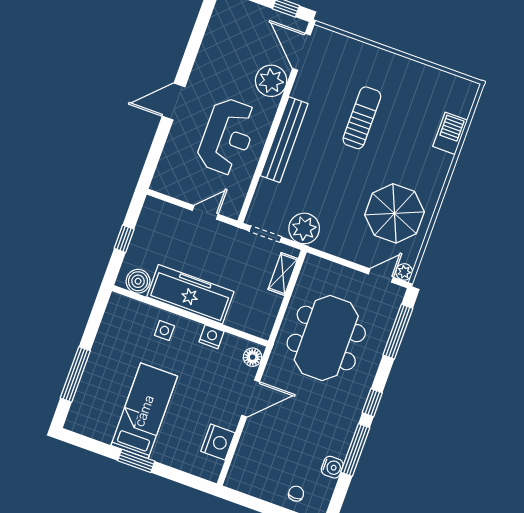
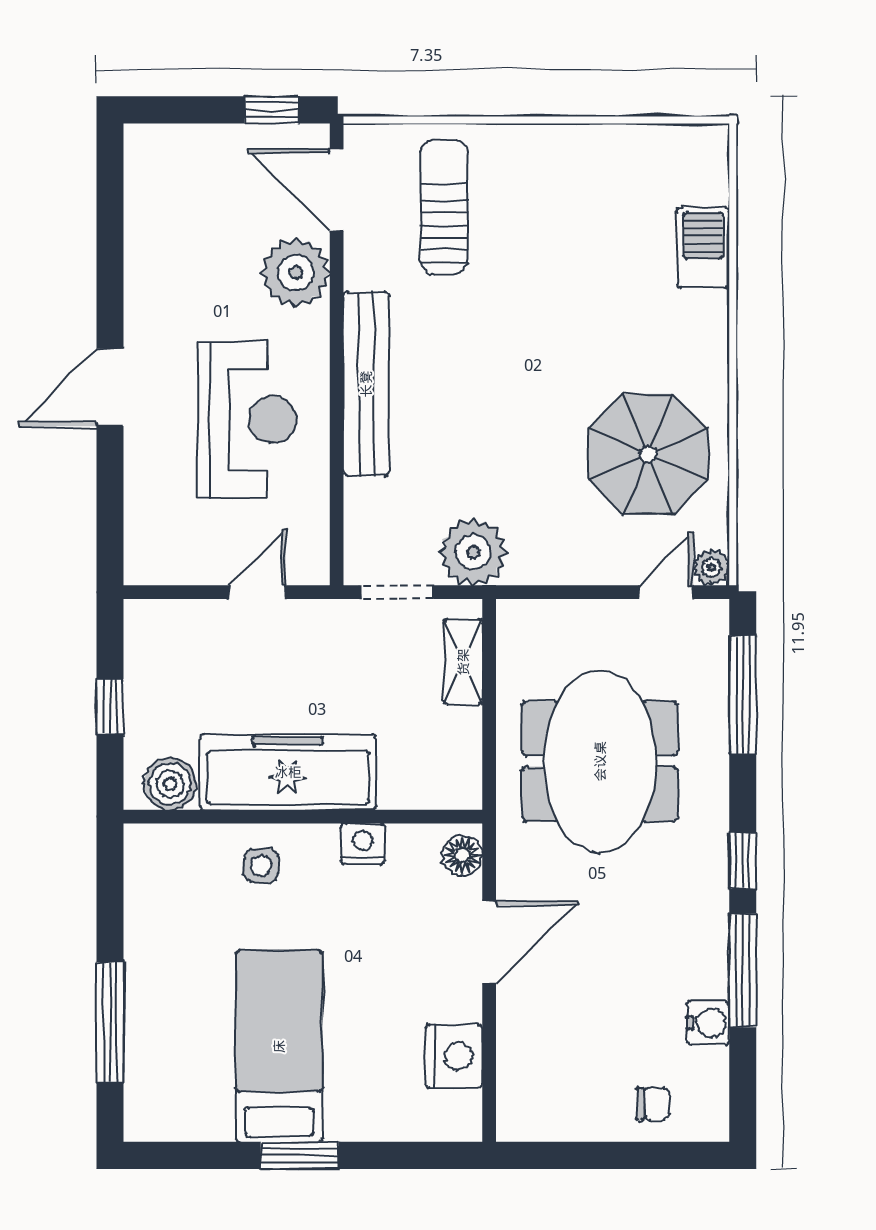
sun lounger: (362, 118) -> (444, 207), moved
chair: (296, 494) -> (653, 1104), turned 90

